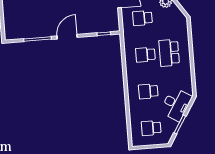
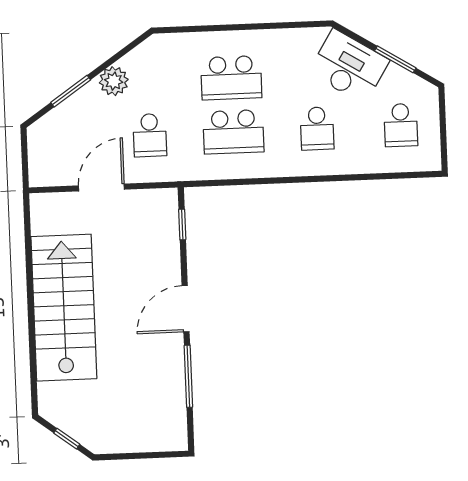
door: (67, 37) -> (186, 309), hinge flipped
school desk: (145, 55) -> (233, 132), width x1.85

